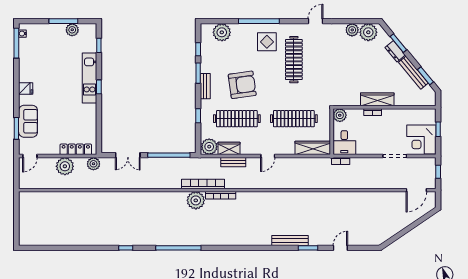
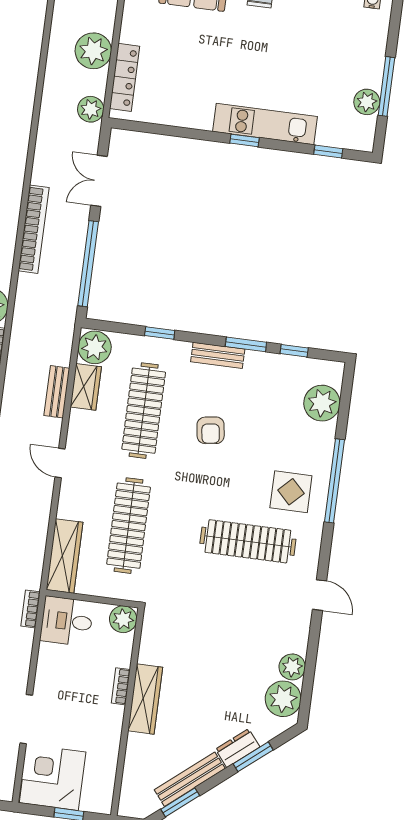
armchair: (242, 85) -> (211, 430), width x0.53, depth x0.53
bookcase: (203, 184) -> (34, 229), moved

